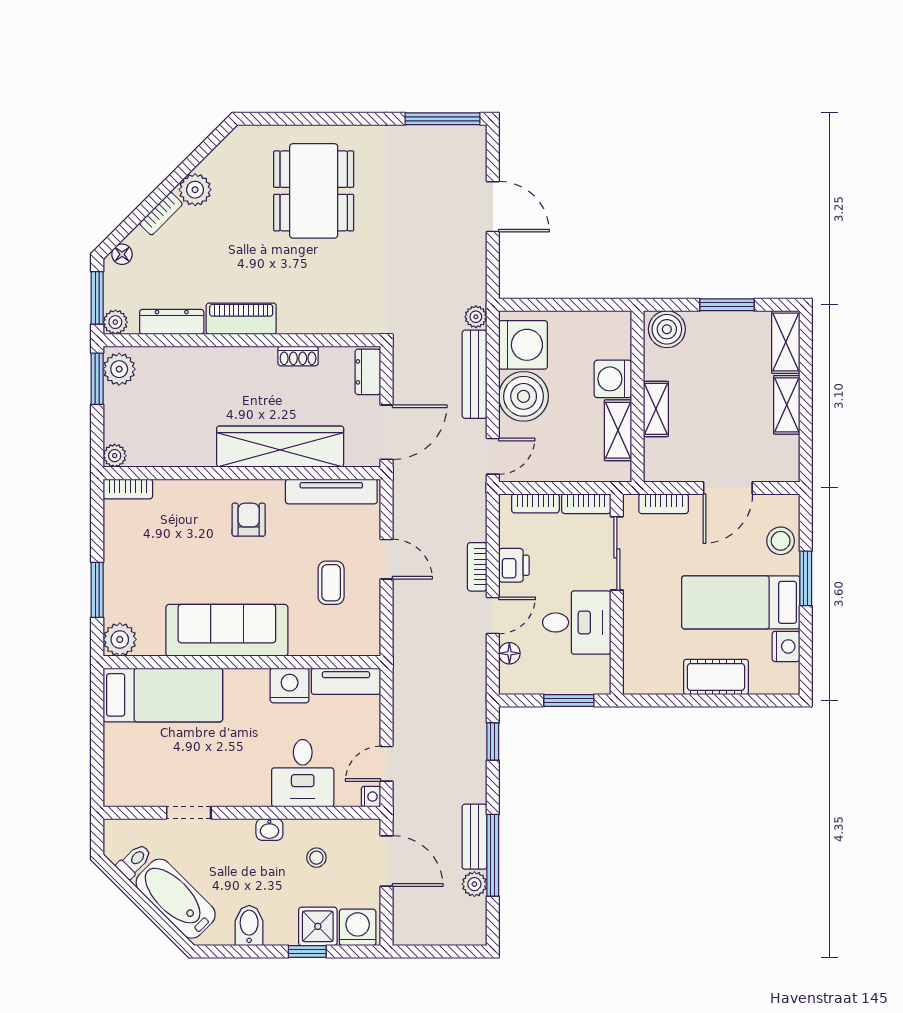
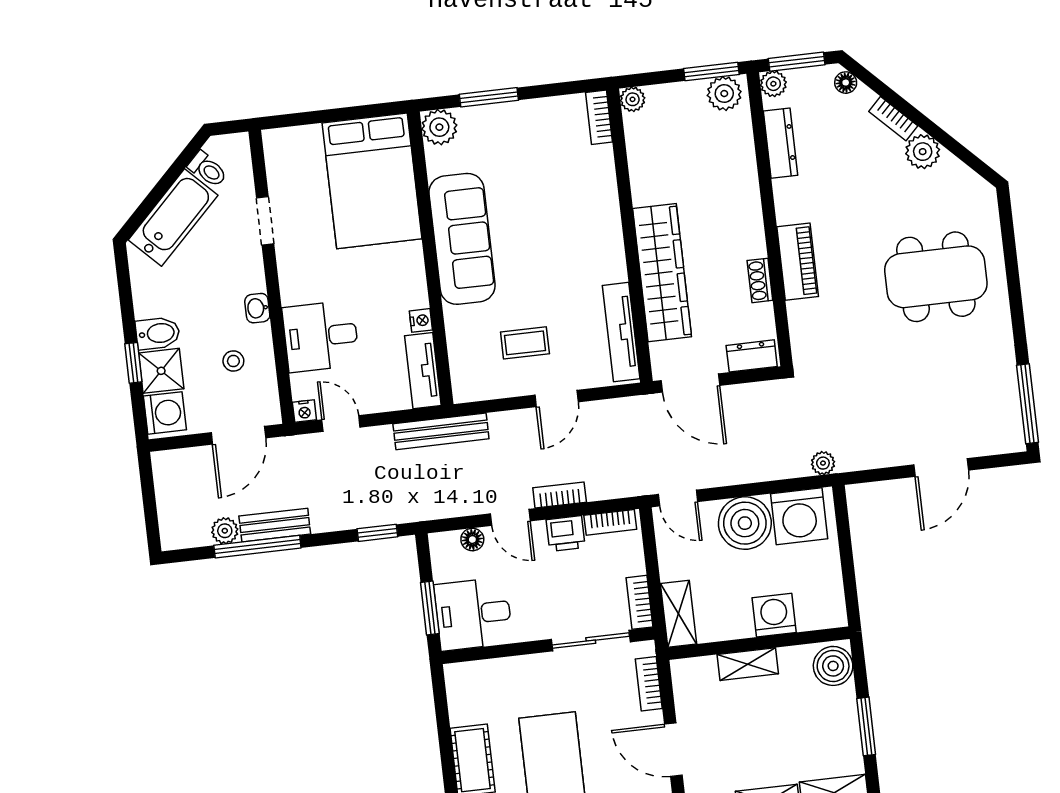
piano: (241, 319) -> (798, 262), moved
bench: (475, 374) -> (441, 431), moved
shelving: (618, 430) -> (678, 614), moved, turned 90
bookcase: (535, 503) -> (610, 522), moved, turned -90
armchair: (249, 520) -> (581, 248), removed
desk: (577, 622) -> (473, 614), moved, turned 90
nightstand: (290, 685) -> (421, 320), width x0.53, depth x0.56
bed: (163, 695) -> (372, 181), width x1.50
bidet: (249, 926) -> (158, 333), moved

